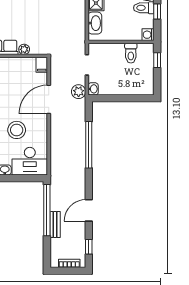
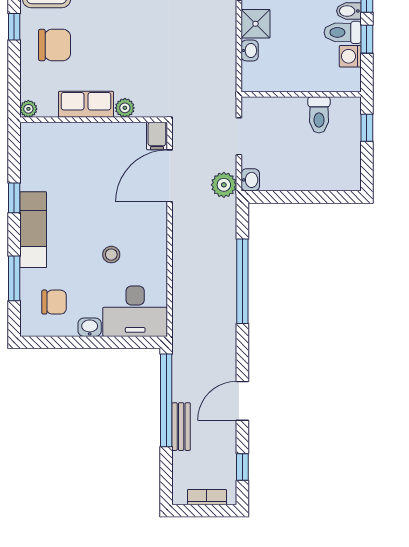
washbasin: (95, 23) -> (250, 51), width x0.52, depth x0.69
washing machine: (148, 35) -> (350, 56), moved
door: (49, 99) -> (170, 176), moved
stool: (17, 130) -> (111, 255), width x0.53, depth x0.53

